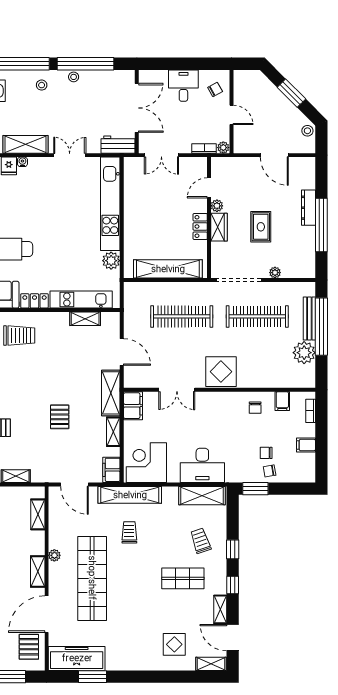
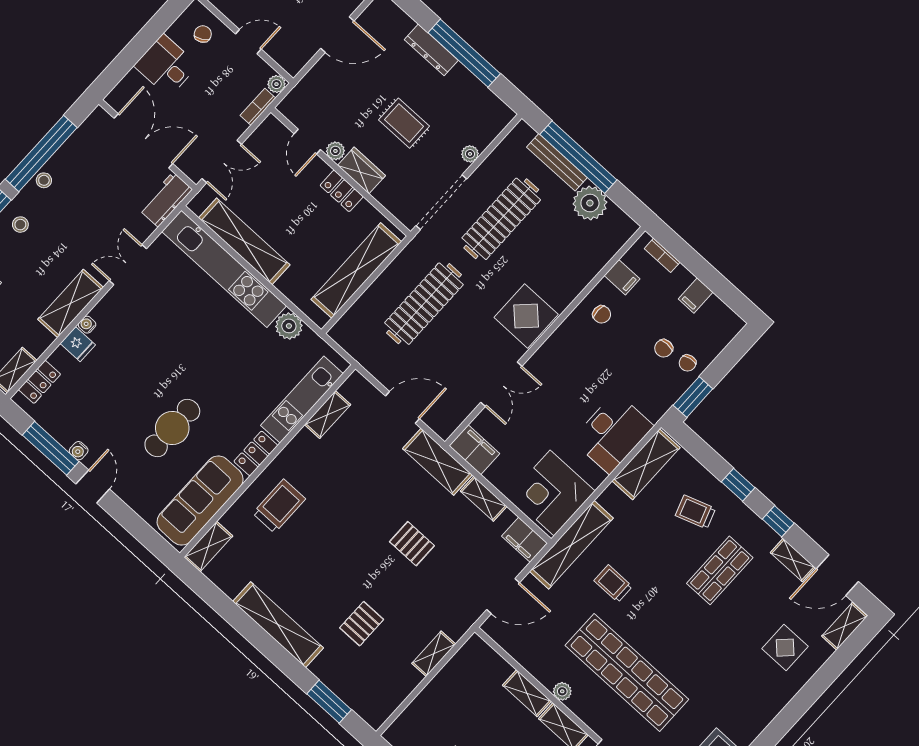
shelving: (132, 201) -> (244, 241), added
shelving: (38, 514) -> (527, 693), moved

